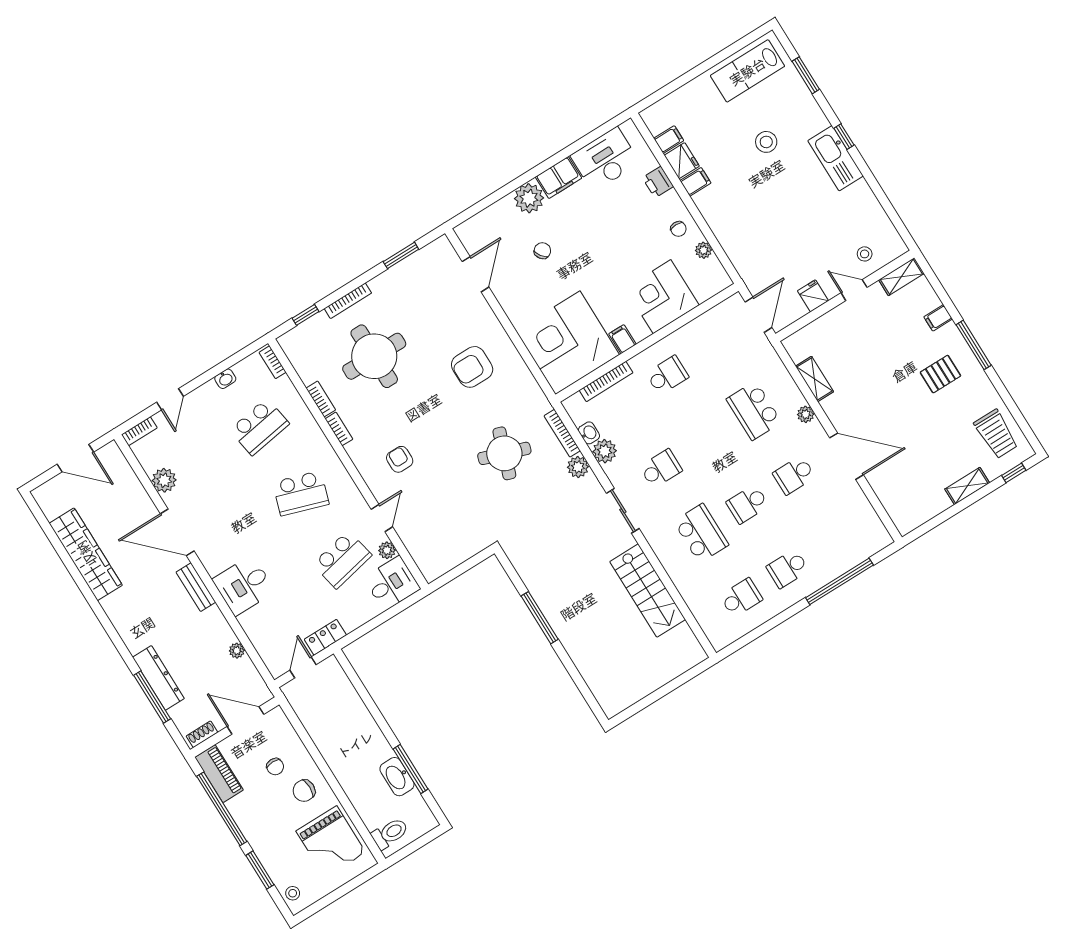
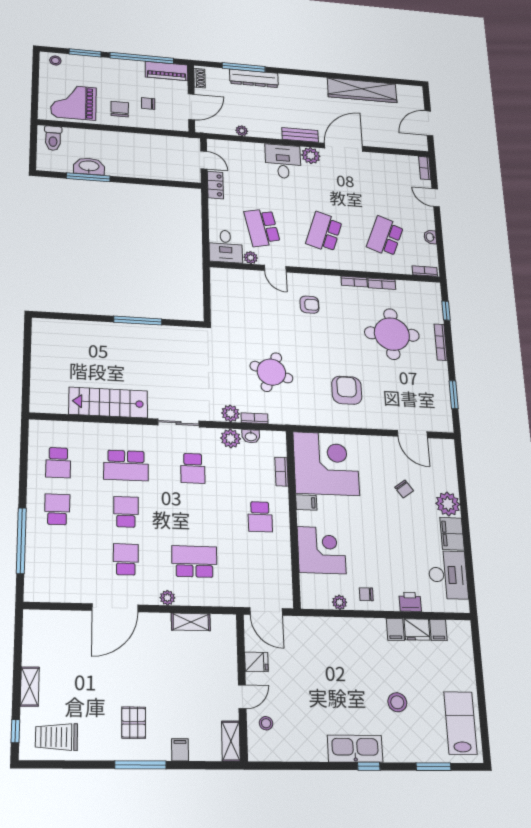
bookcase: (606, 381) -> (282, 472), width x0.64
school desk: (259, 427) -> (385, 236), turned 30
bookcase: (562, 433) -> (254, 418), width x0.64
plant: (164, 480) -> (311, 156), moved

